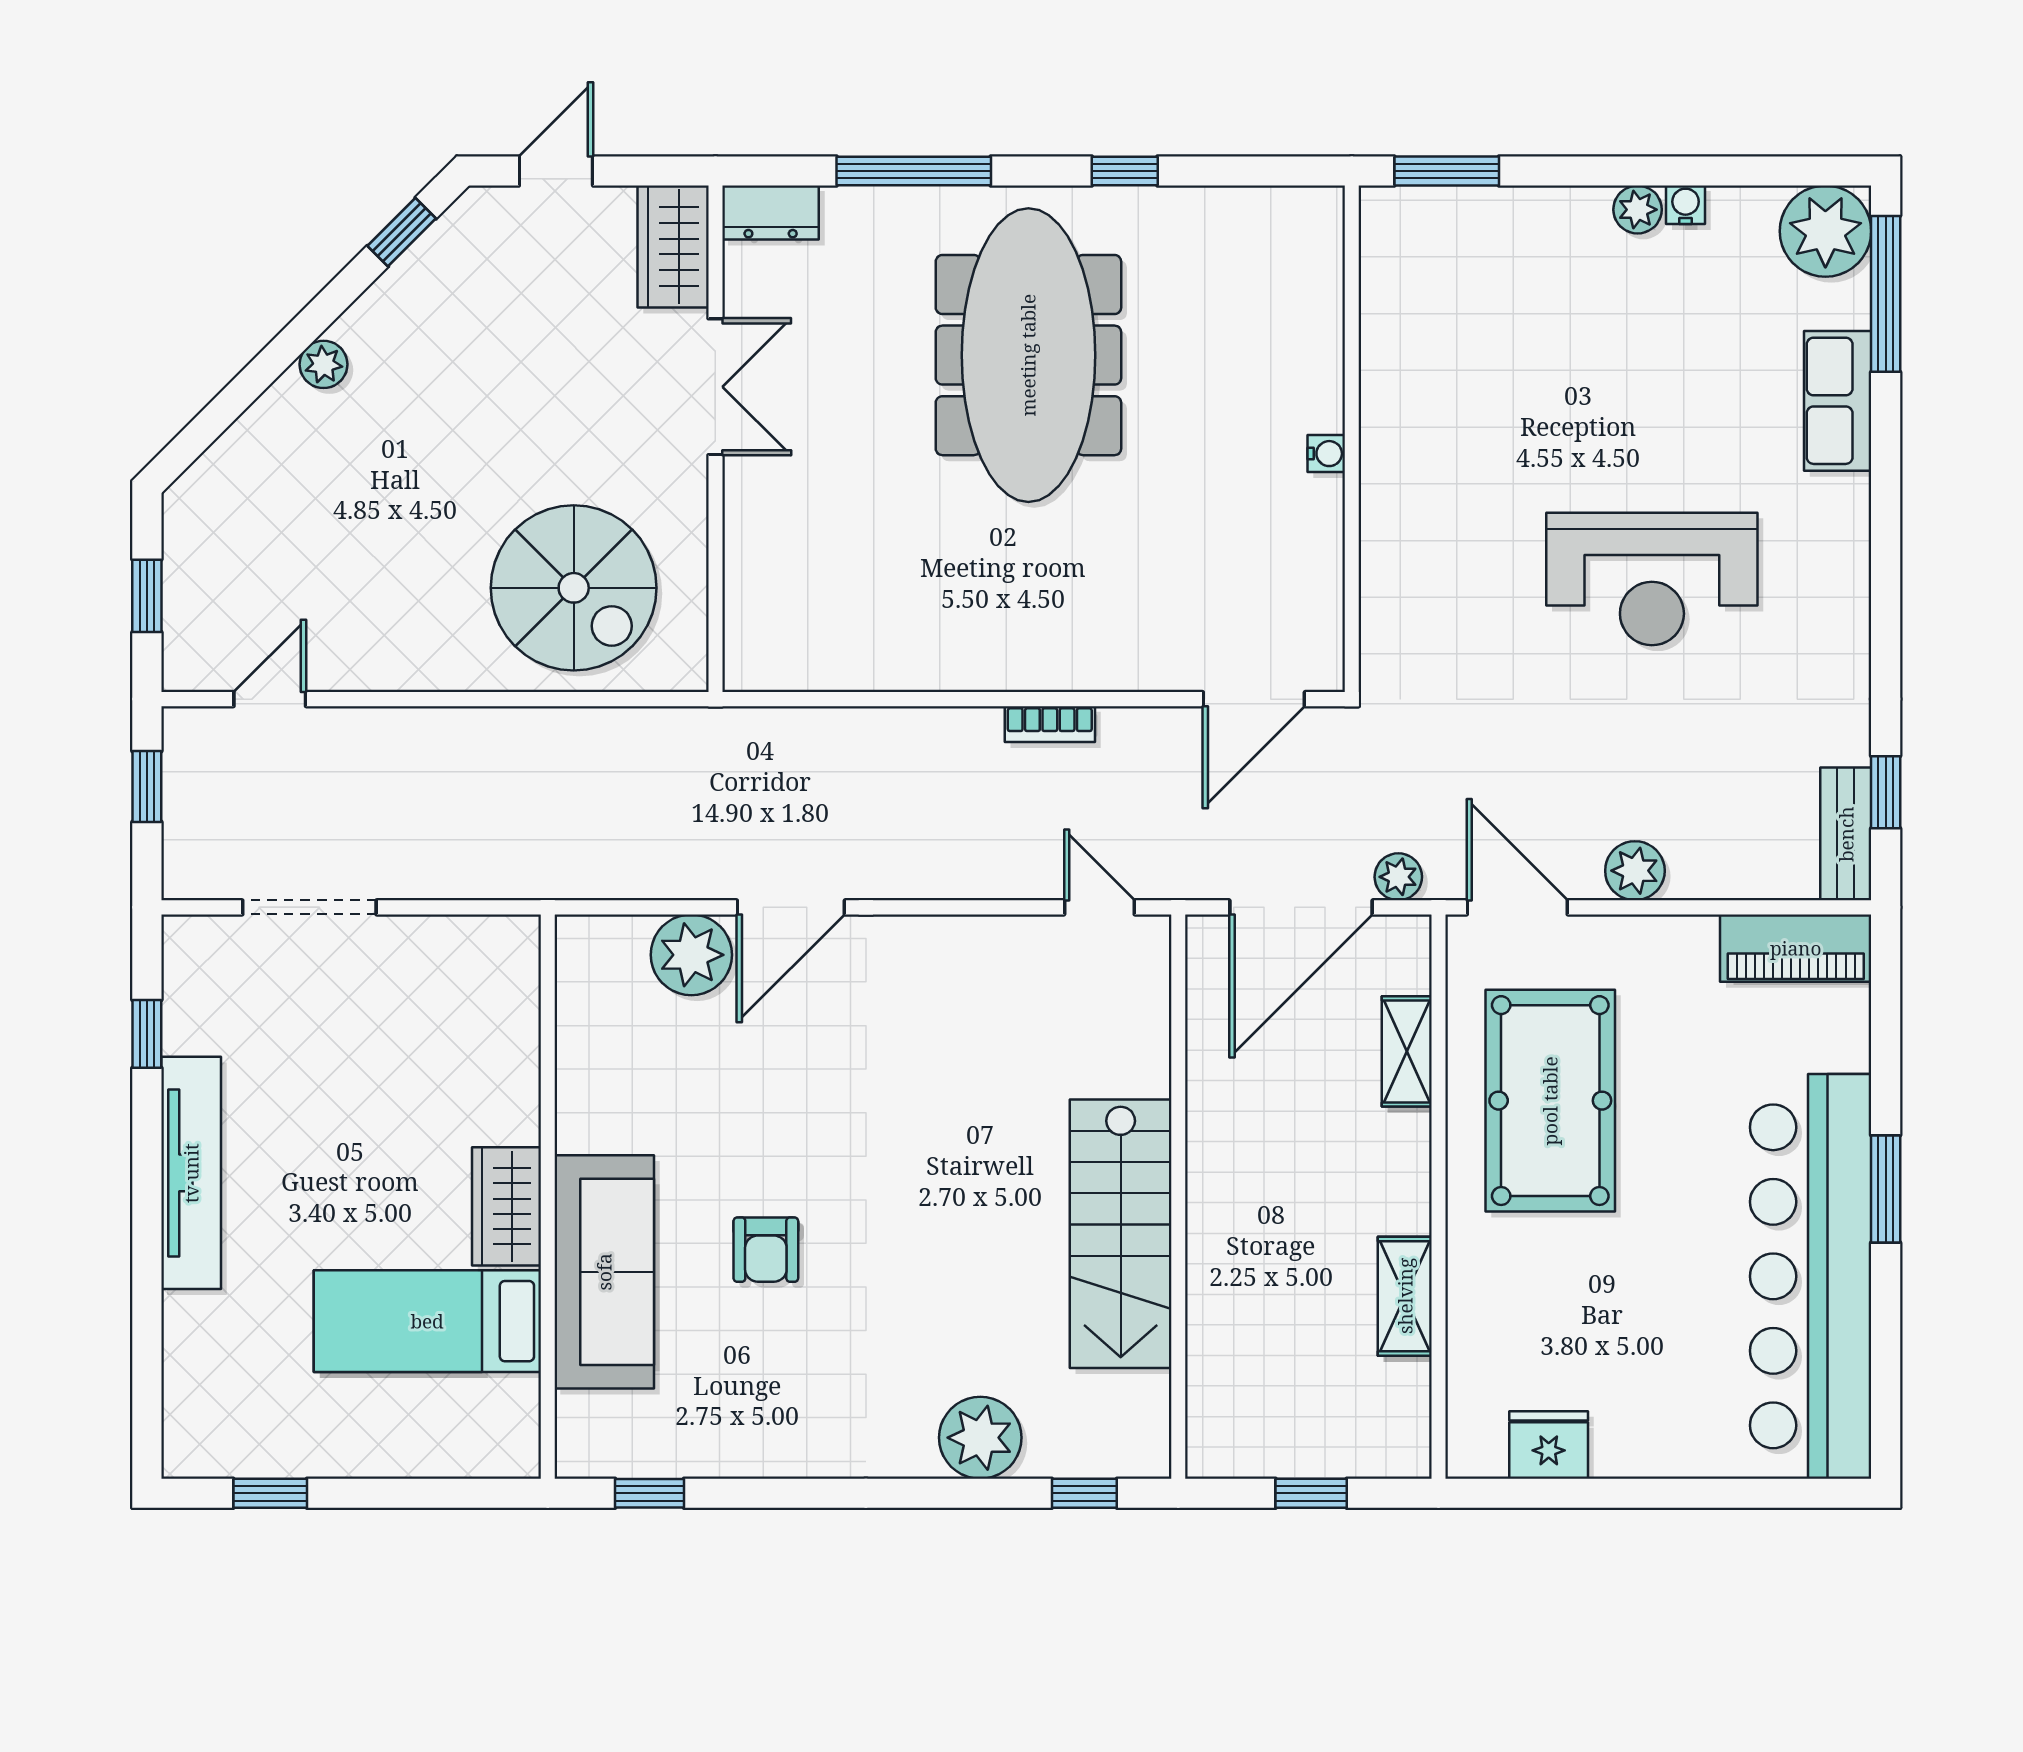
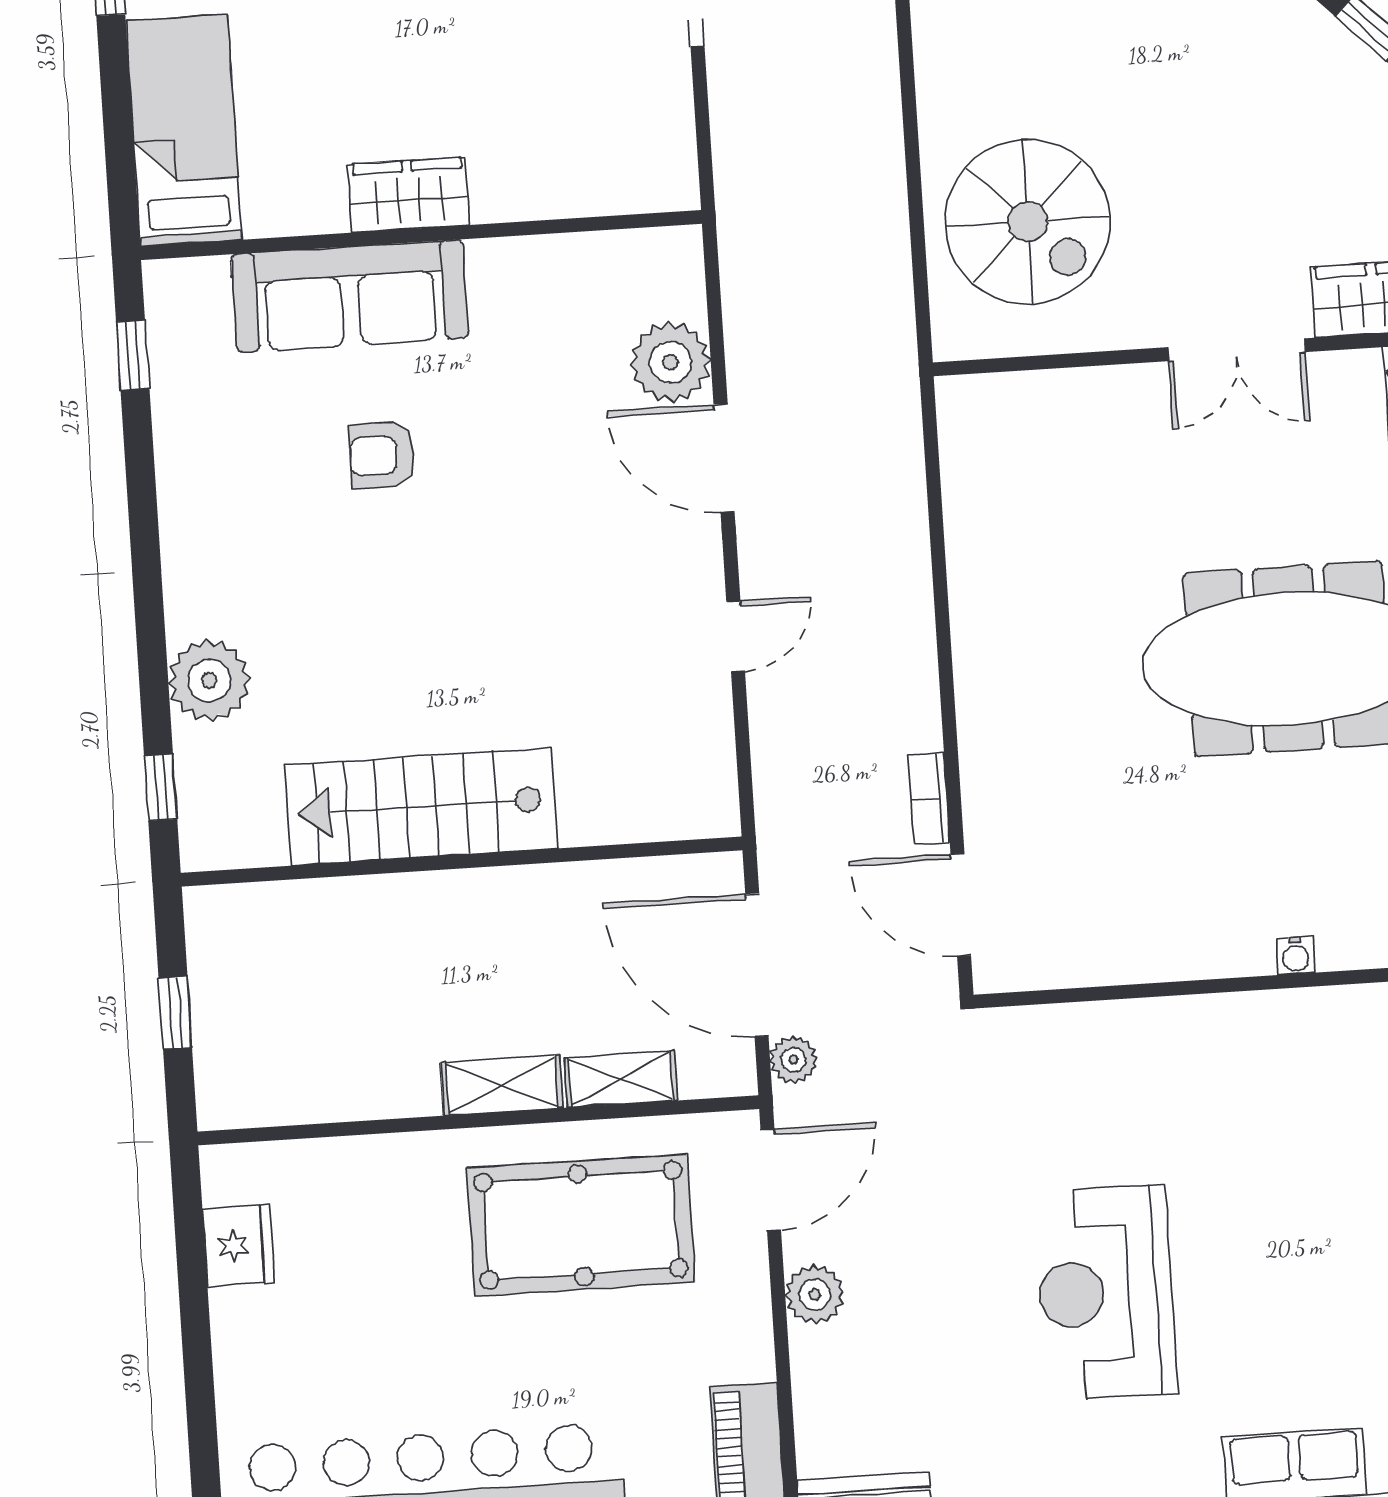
water cooler: (1326, 454) -> (1296, 955), moved
spiral stairs: (574, 588) -> (1028, 222), turned -90
bookcase: (1050, 724) -> (929, 799), moved
door: (1099, 907) -> (736, 637), moved
shelving: (1405, 1296) -> (501, 1085), moved
bed: (427, 1321) -> (184, 130), moved

